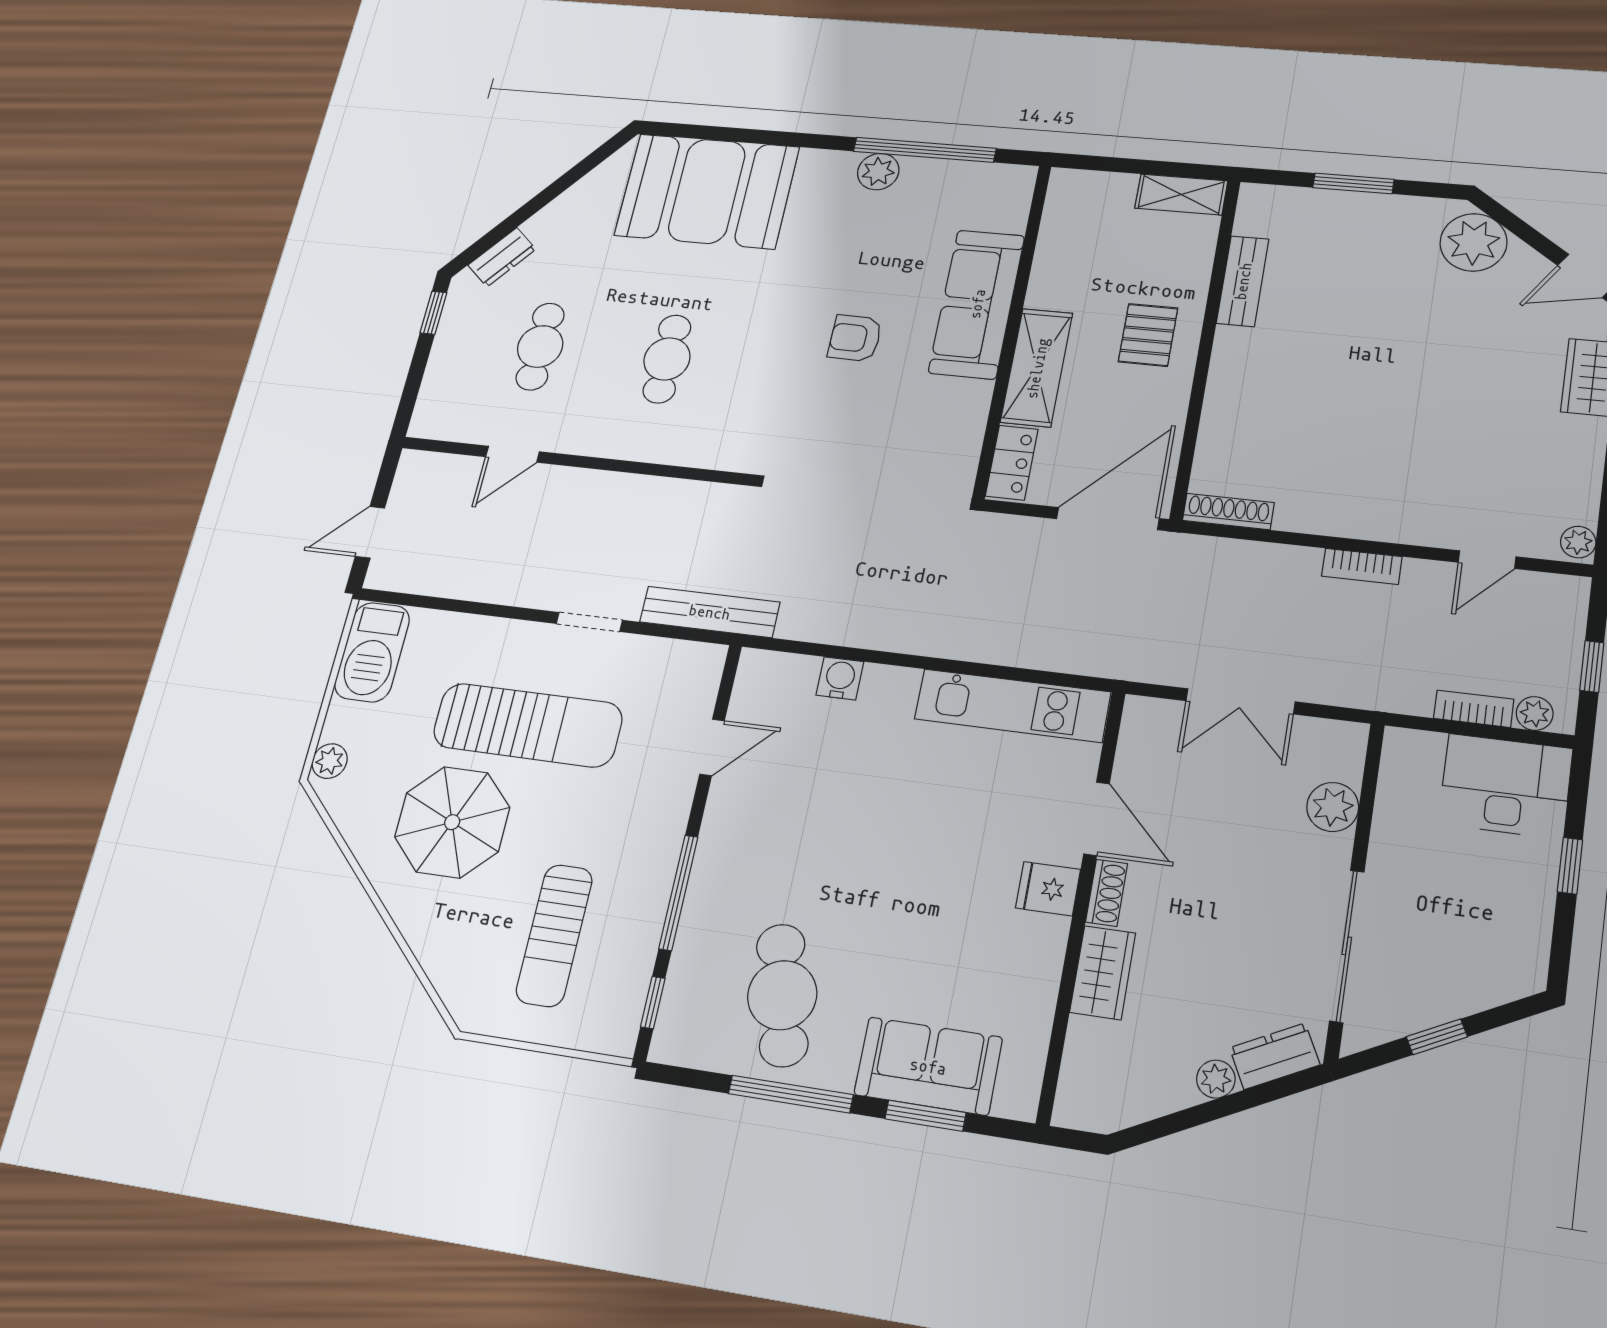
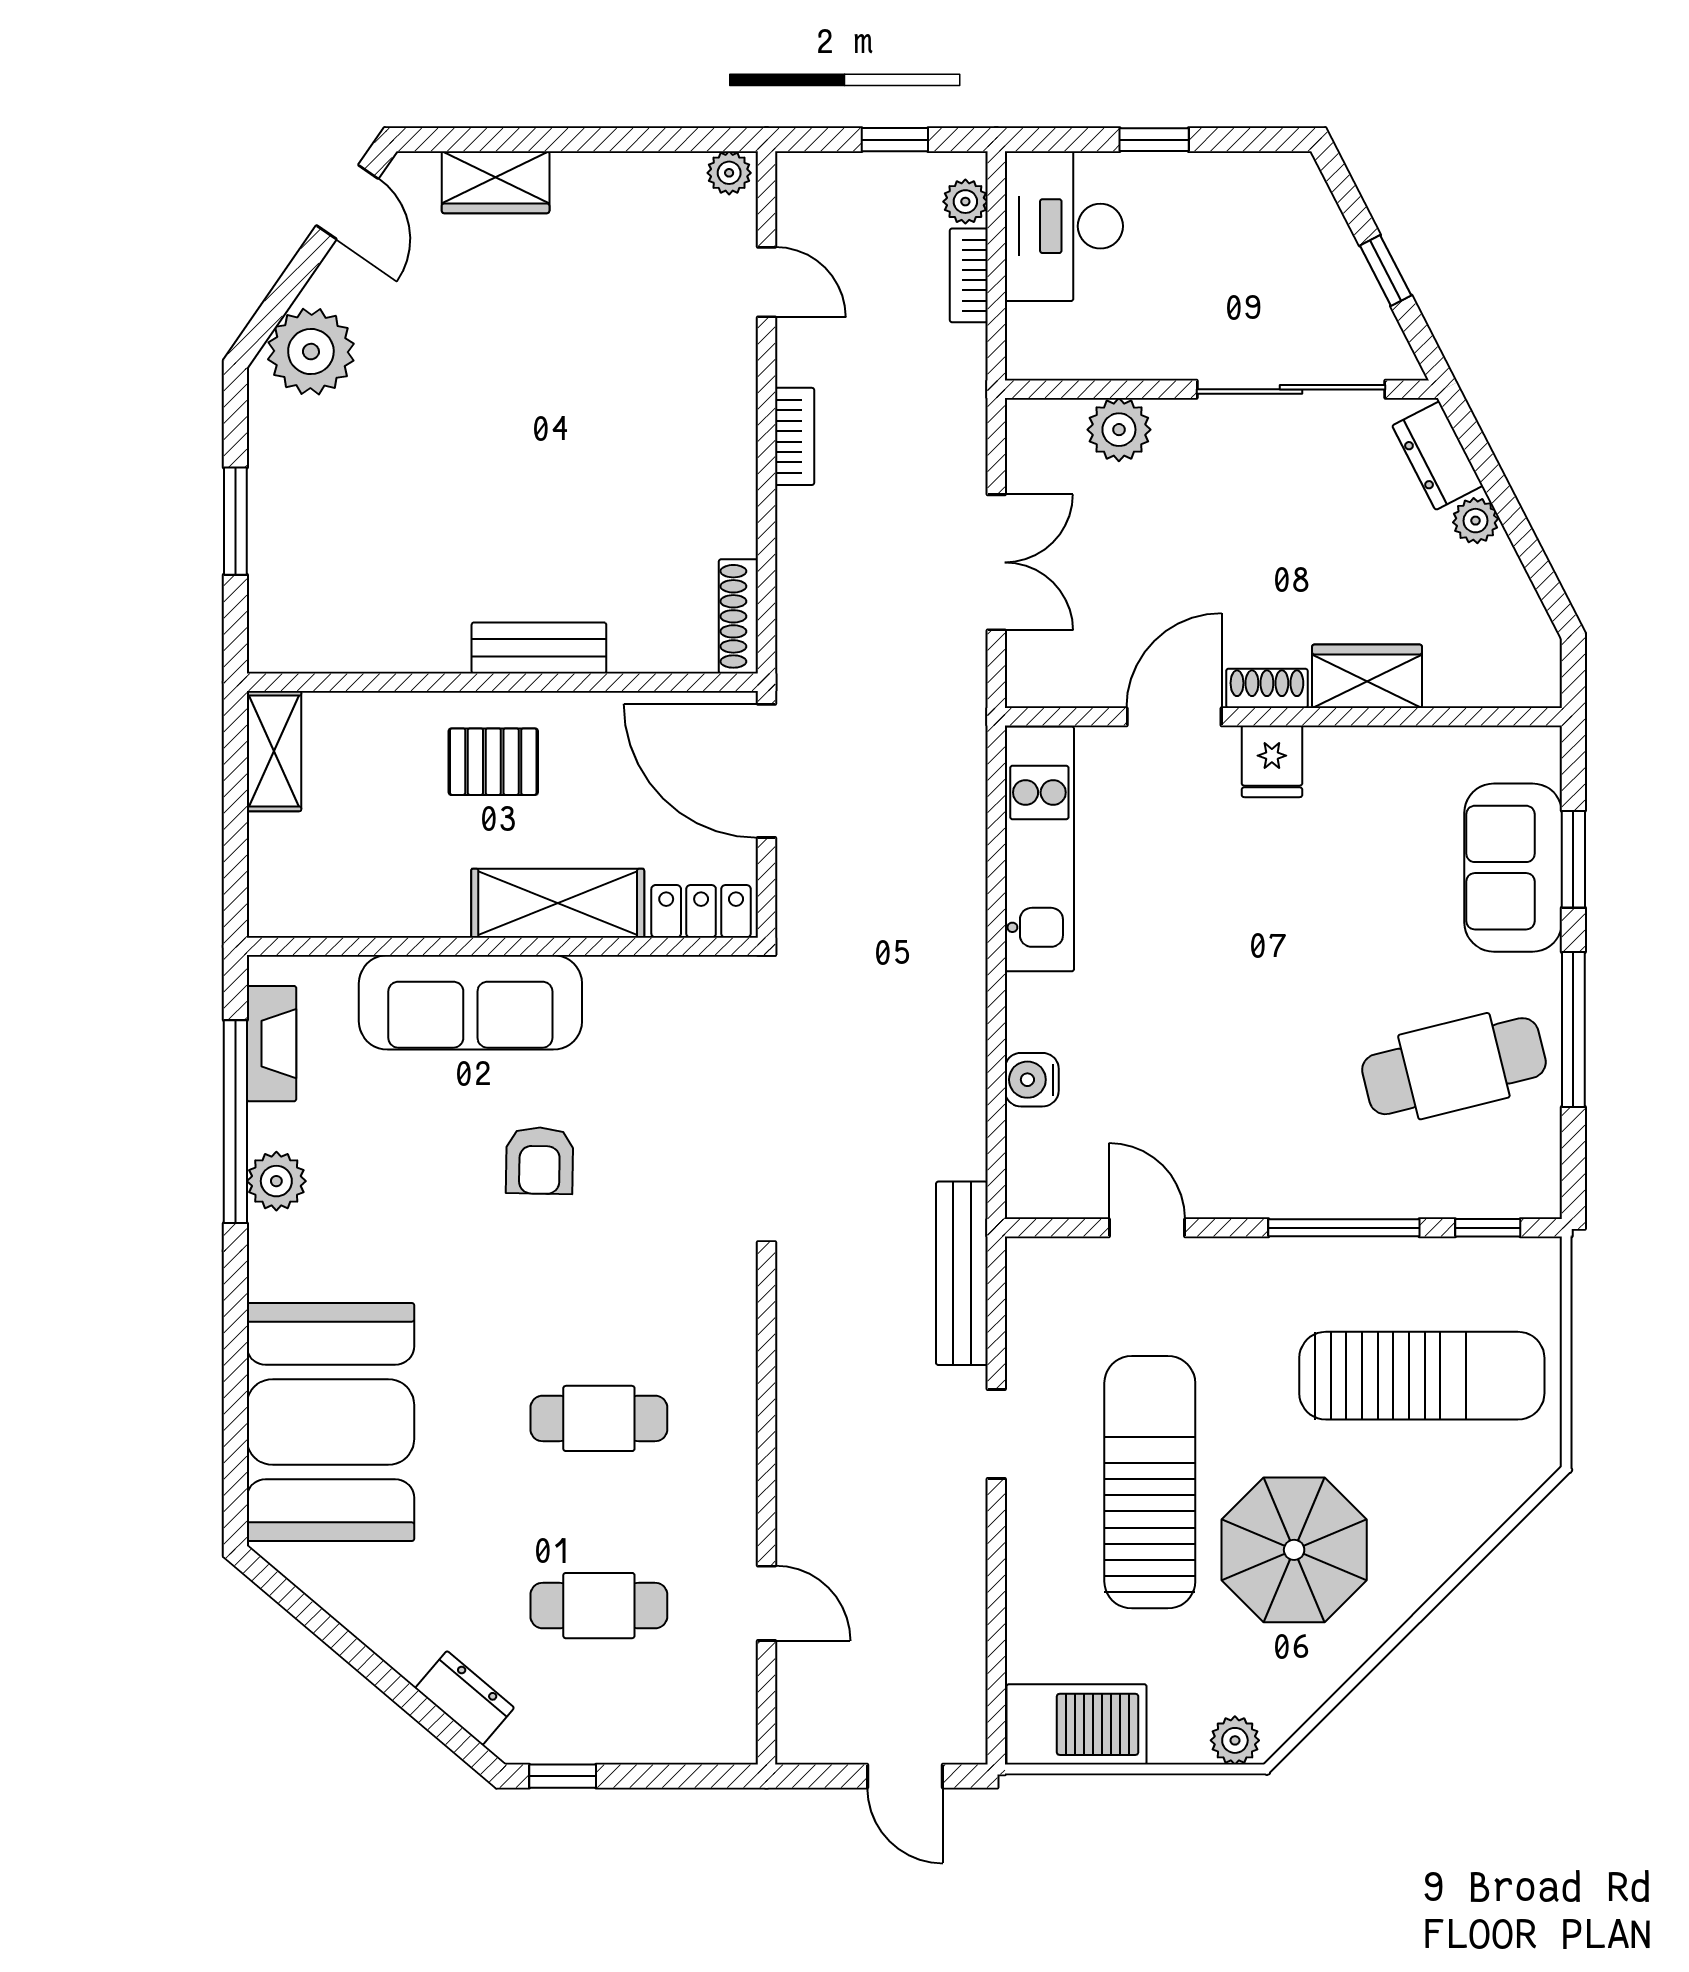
fireplace: (974, 176) -> (271, 1044), added
bench: (1243, 281) -> (539, 648), moved
sun lounger: (554, 935) -> (1422, 1376), width x1.36, depth x1.34

